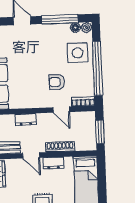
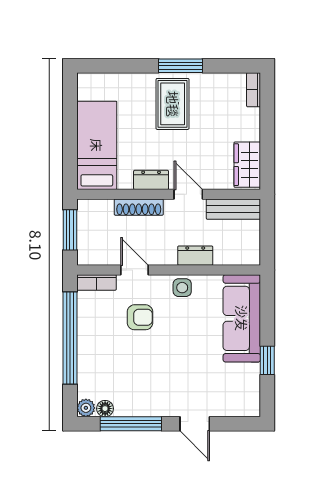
side table: (78, 53) -> (182, 288), moved, width x0.54, depth x0.54

